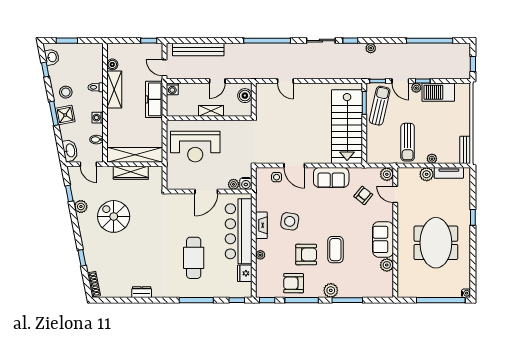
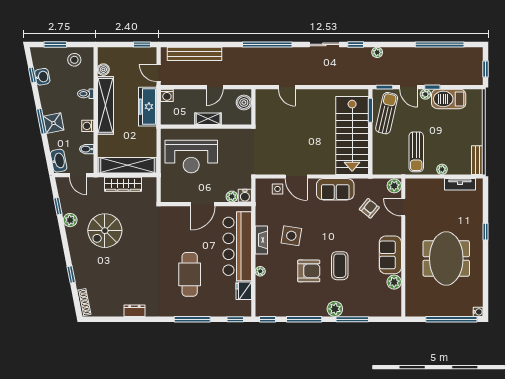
washbasin: (52, 57) -> (42, 77), moved
shelving: (114, 90) -> (105, 105), width x1.47
stool: (66, 92) -> (74, 60), moved
plant: (427, 174) -> (436, 186), removed
spiral stairs: (114, 216) -> (105, 231), turned -90
armchair: (294, 283) -> (295, 301), removed

